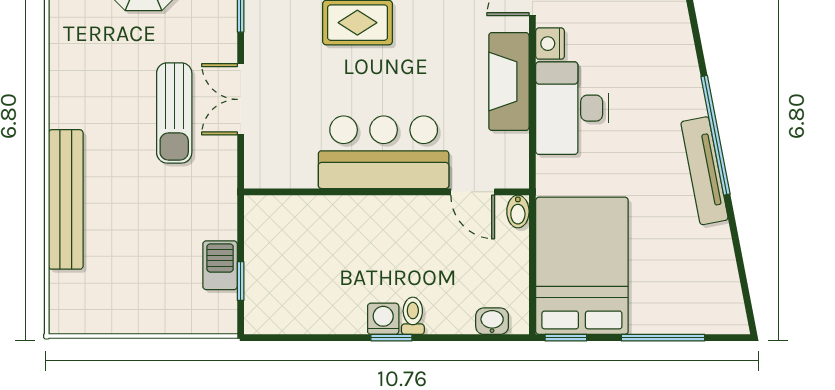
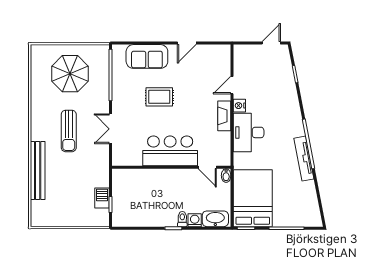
fireplace: (509, 81) -> (224, 116), width x0.73, depth x0.76
sun lounger: (174, 113) -> (69, 131), moved
washing machine: (383, 319) -> (195, 220), moved
washbasin: (492, 321) -> (215, 219), width x1.91, depth x1.45

